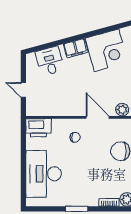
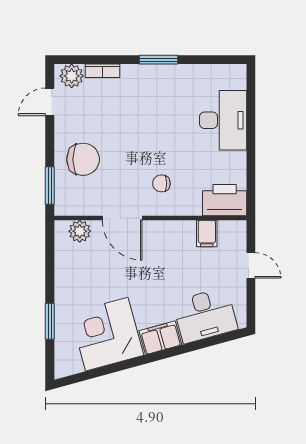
desk: (50, 61) -> (205, 315), width x1.37
filing cabinet: (49, 108) -> (207, 234), added
desk: (43, 174) -> (223, 120), width x0.73, depth x0.77

